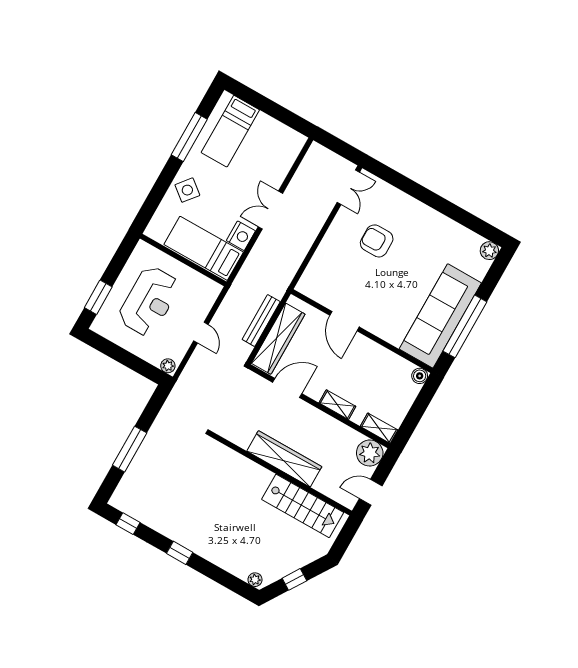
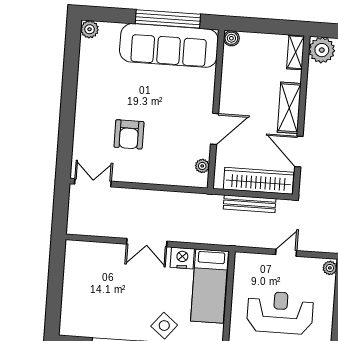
bed: (230, 131) -> (93, 312), removed
plant: (316, 294) -> (202, 166), added
shelving: (337, 405) -> (289, 108), width x1.50, depth x1.33

